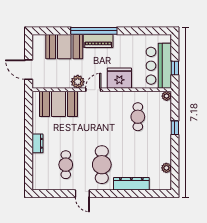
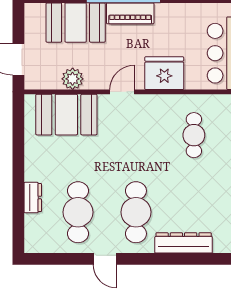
plant: (78, 82) -> (73, 79), moved
dresser: (38, 143) -> (33, 198), moved
cafe table: (66, 165) -> (78, 212), width x1.37, depth x1.35

